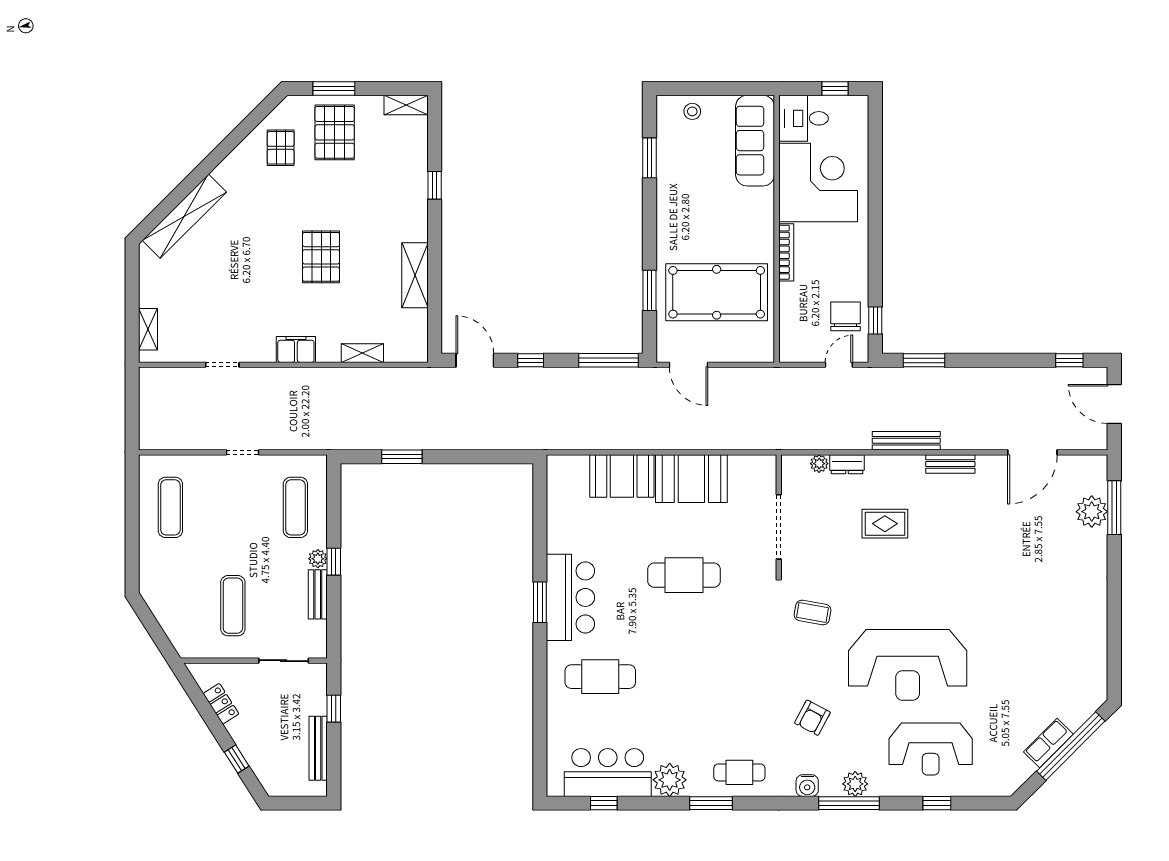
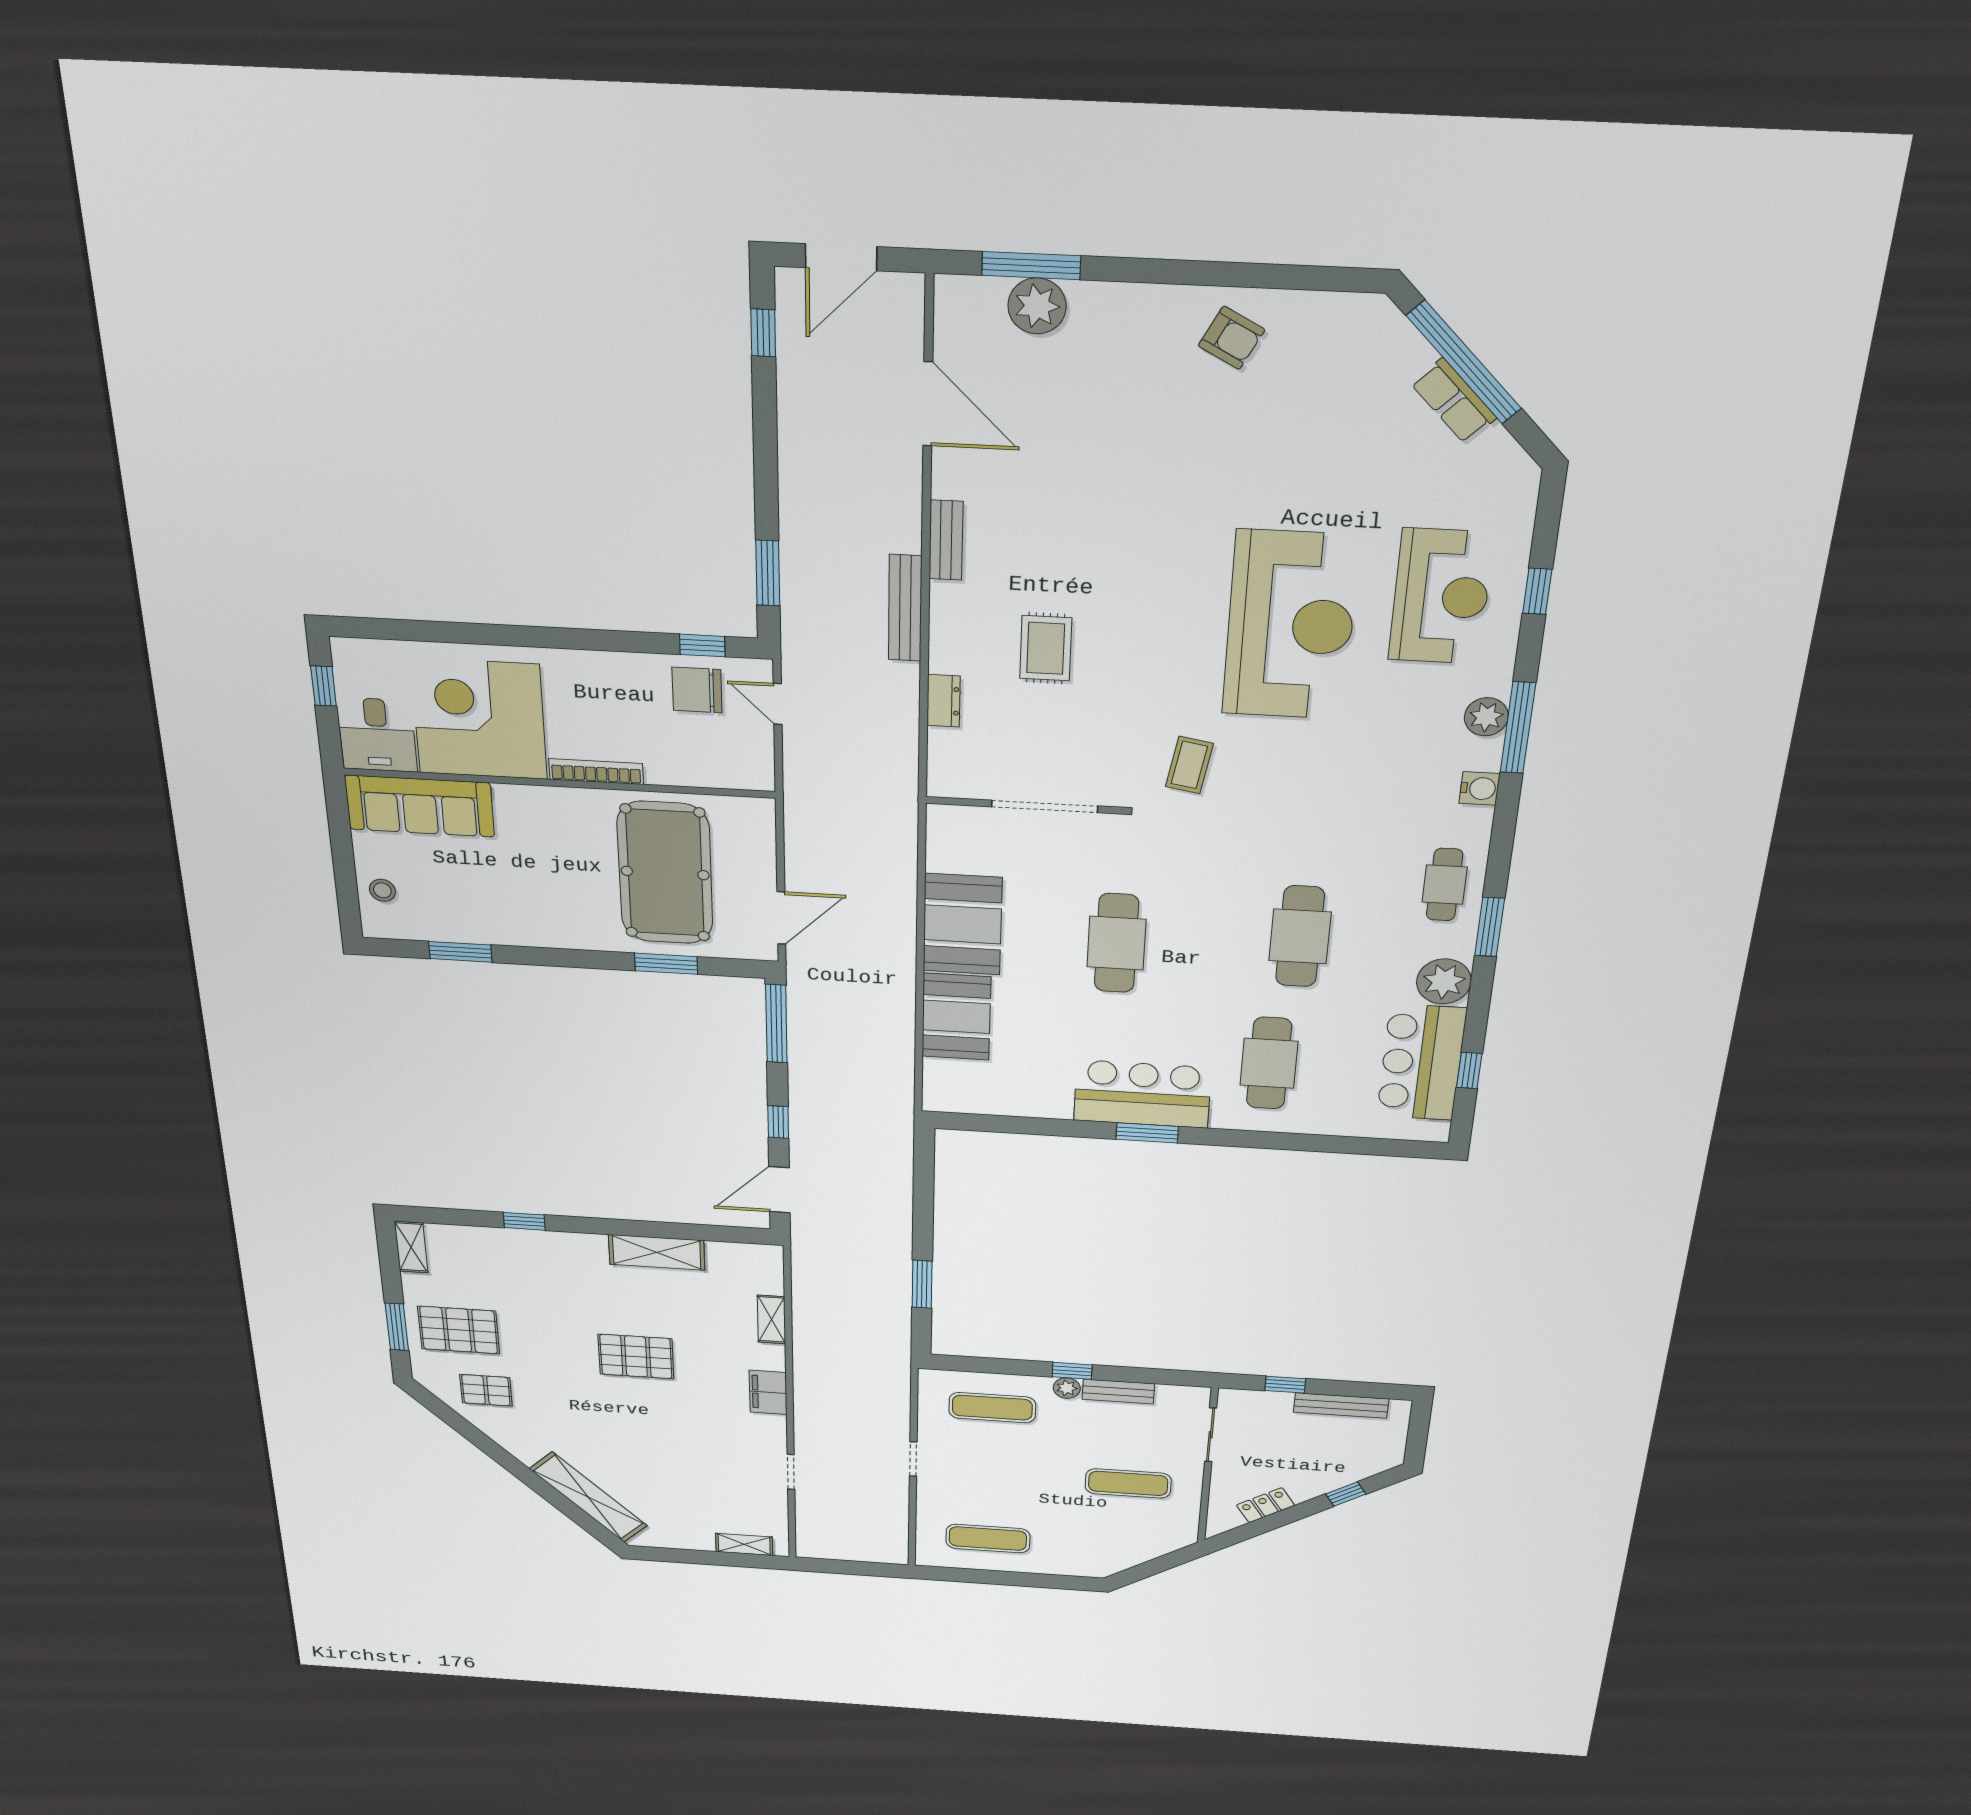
plant: (819, 464) -> (942, 742), removed
cafe table: (697, 688) -> (1300, 936), added
armchair: (812, 718) -> (1232, 338), moved

